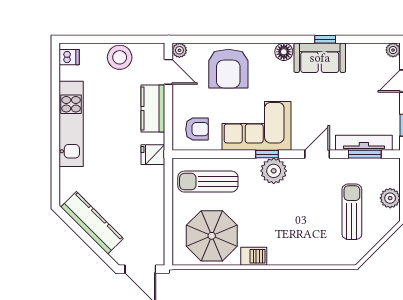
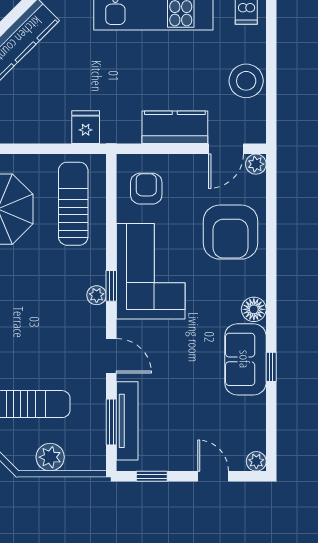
armchair: (228, 69) -> (231, 232), turned -90
armchair: (197, 129) -> (146, 189), turned 180
fridge: (153, 155) -> (86, 127), moved
plant: (274, 171) -> (97, 295), width x0.53, depth x0.53

